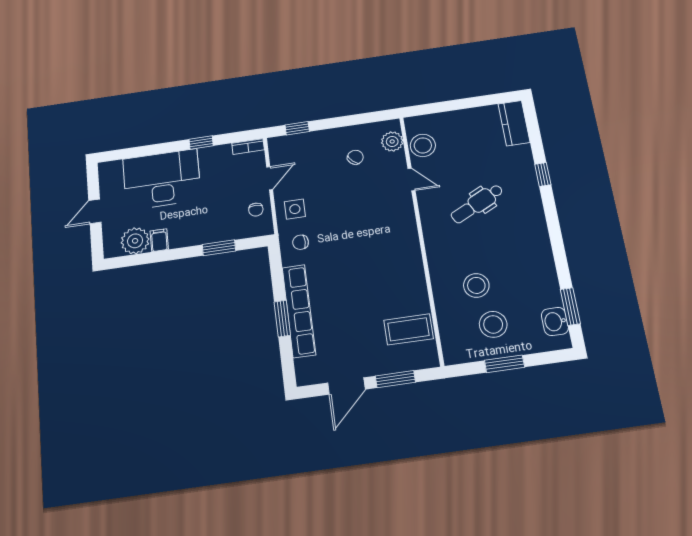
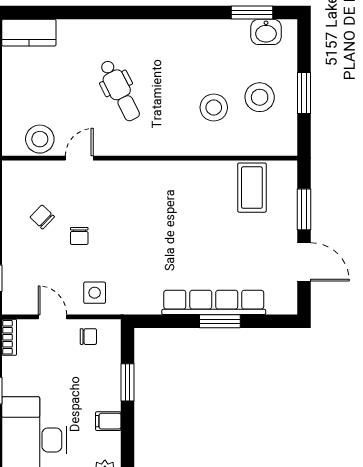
plant: (392, 141) -> (29, 173), removed
window: (543, 174) -> (96, 13), removed
filing cabinet: (159, 240) -> (108, 421), moved
chair: (301, 242) -> (79, 236), moved

